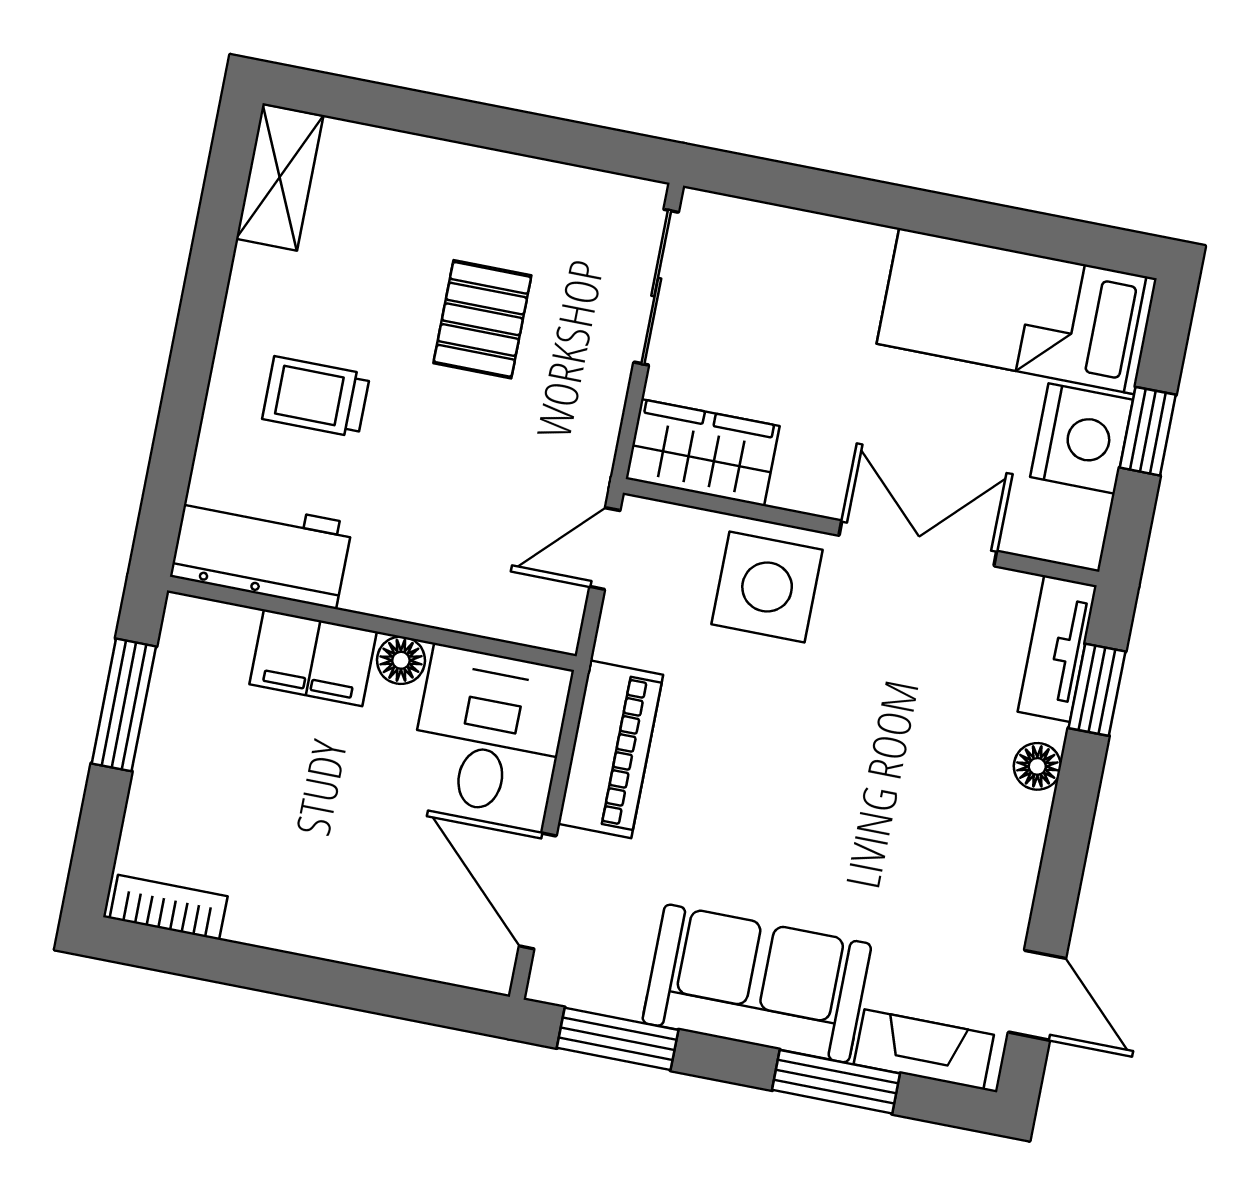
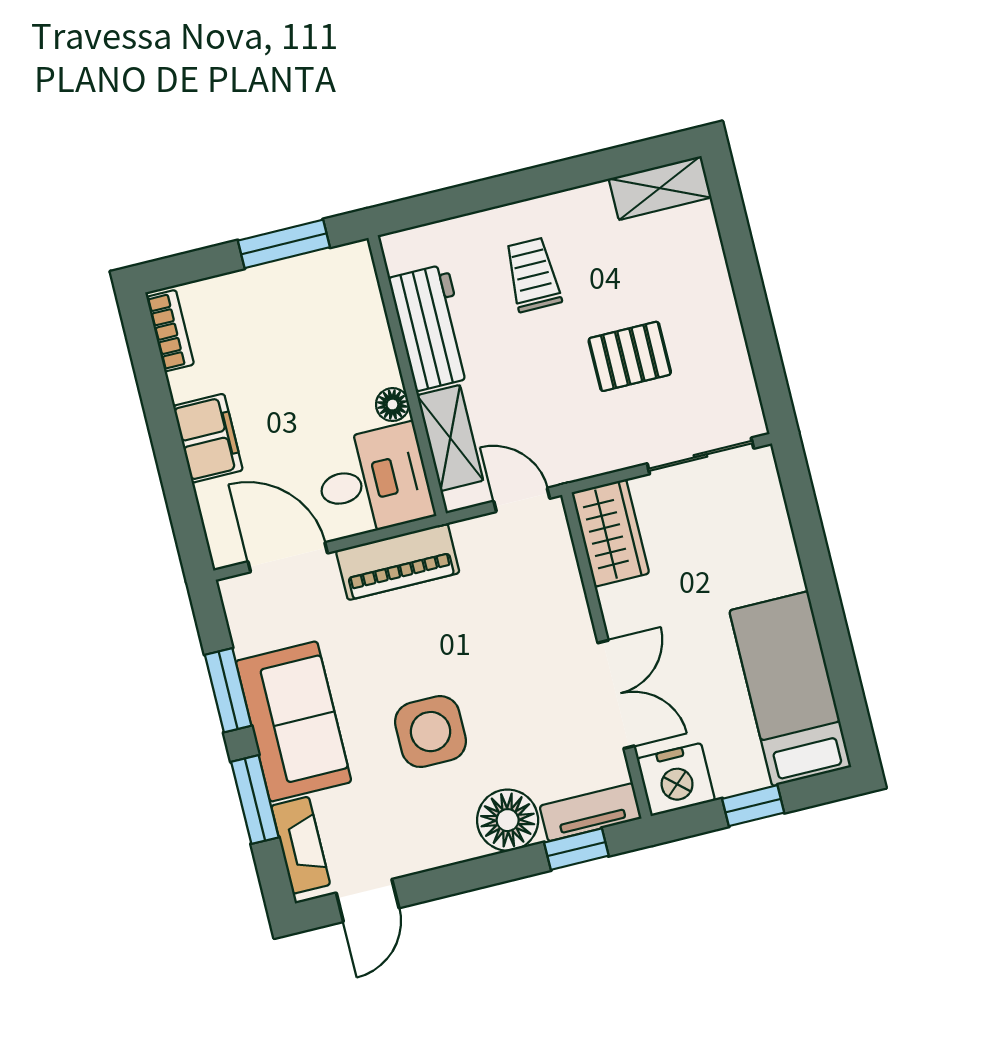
nightstand: (1082, 438) -> (676, 780), moved
workbench: (261, 550) -> (431, 328), moved
side table: (767, 587) -> (430, 732), moved
shelving: (480, 605) -> (450, 438), added
filing cabinet: (313, 658) -> (208, 438), moved, turned 180
floor lamp: (1037, 766) -> (508, 820), width x1.89, depth x1.89
door: (538, 891) -> (288, 557), hinge flipped
window: (618, 1039) -> (228, 690), moved

